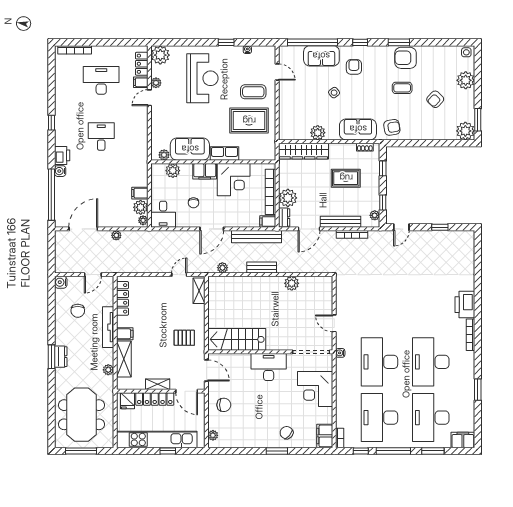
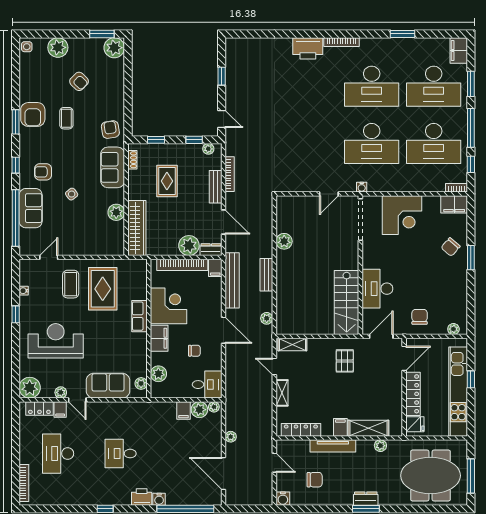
sofa: (190, 149) -> (108, 386), moved, turned 90
bench: (341, 222) -> (216, 187), width x0.73
desk: (269, 367) -> (377, 289), moved
shelving: (158, 384) -> (282, 393), moved

